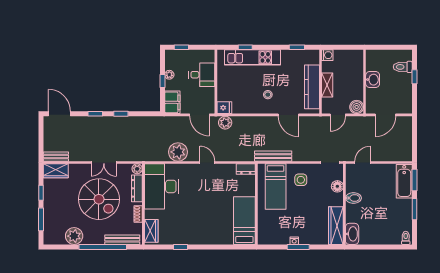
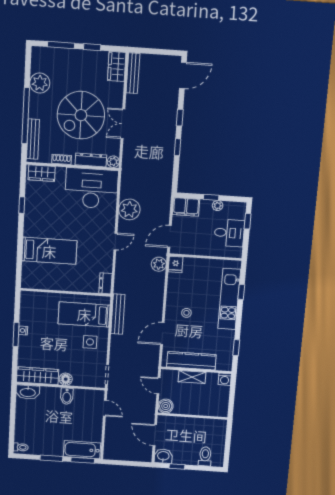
desk: (202, 75) -> (229, 233), moved, turned -90
window: (414, 77) -> (177, 467), moved
washbasin: (373, 80) -> (163, 456), moved, turned 180
bench: (56, 157) -> (133, 73), width x1.36
floor lamp: (337, 186) -> (66, 379), moved
bed: (244, 221) -> (49, 251), moved

